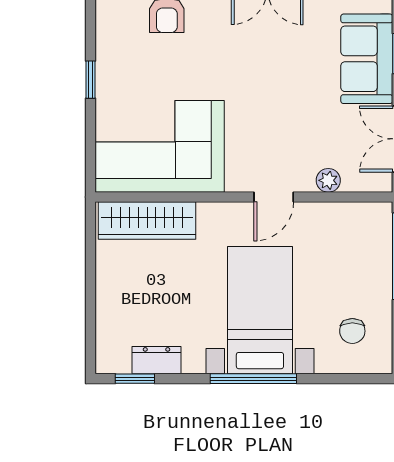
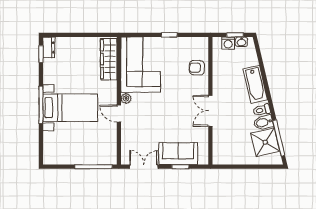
plant: (328, 180) -> (126, 98), moved
chair: (352, 331) -> (61, 147), removed
dresser: (156, 360) -> (49, 47), moved

